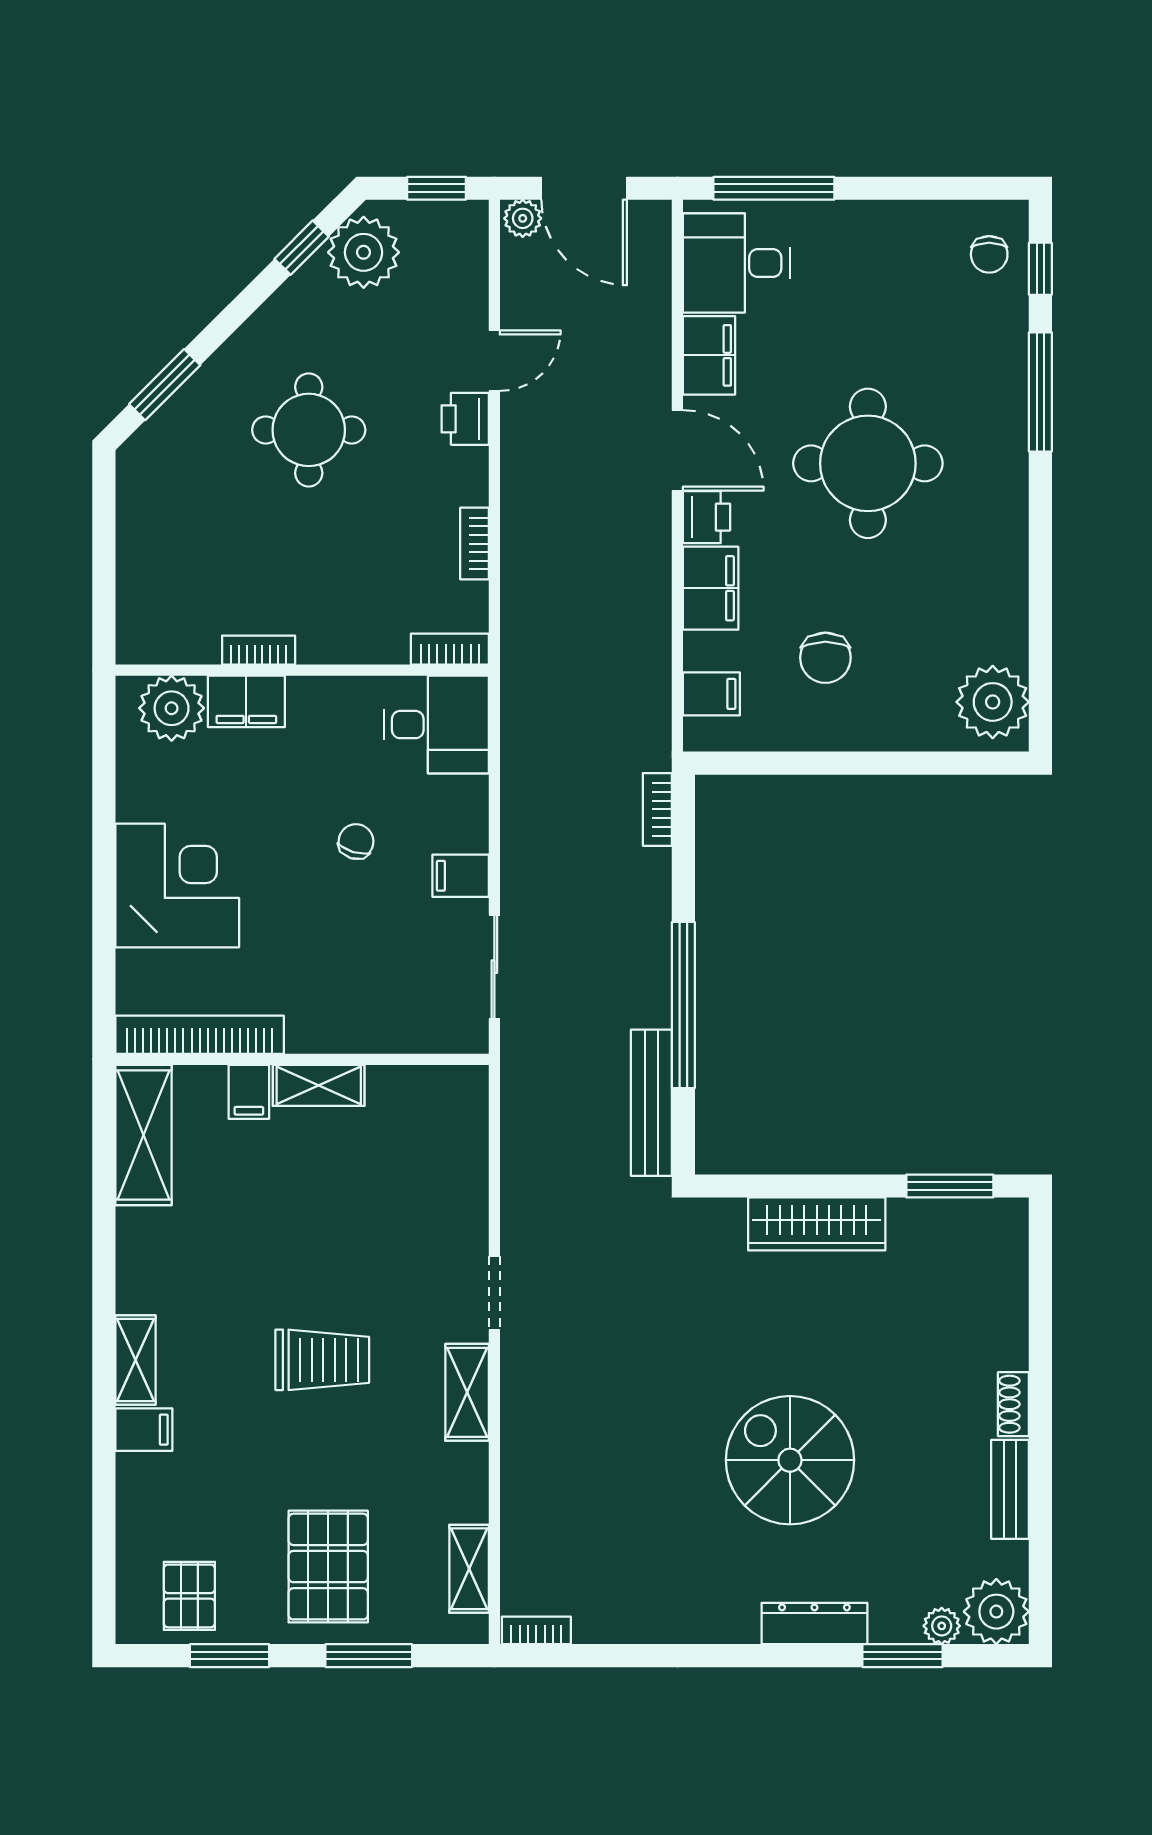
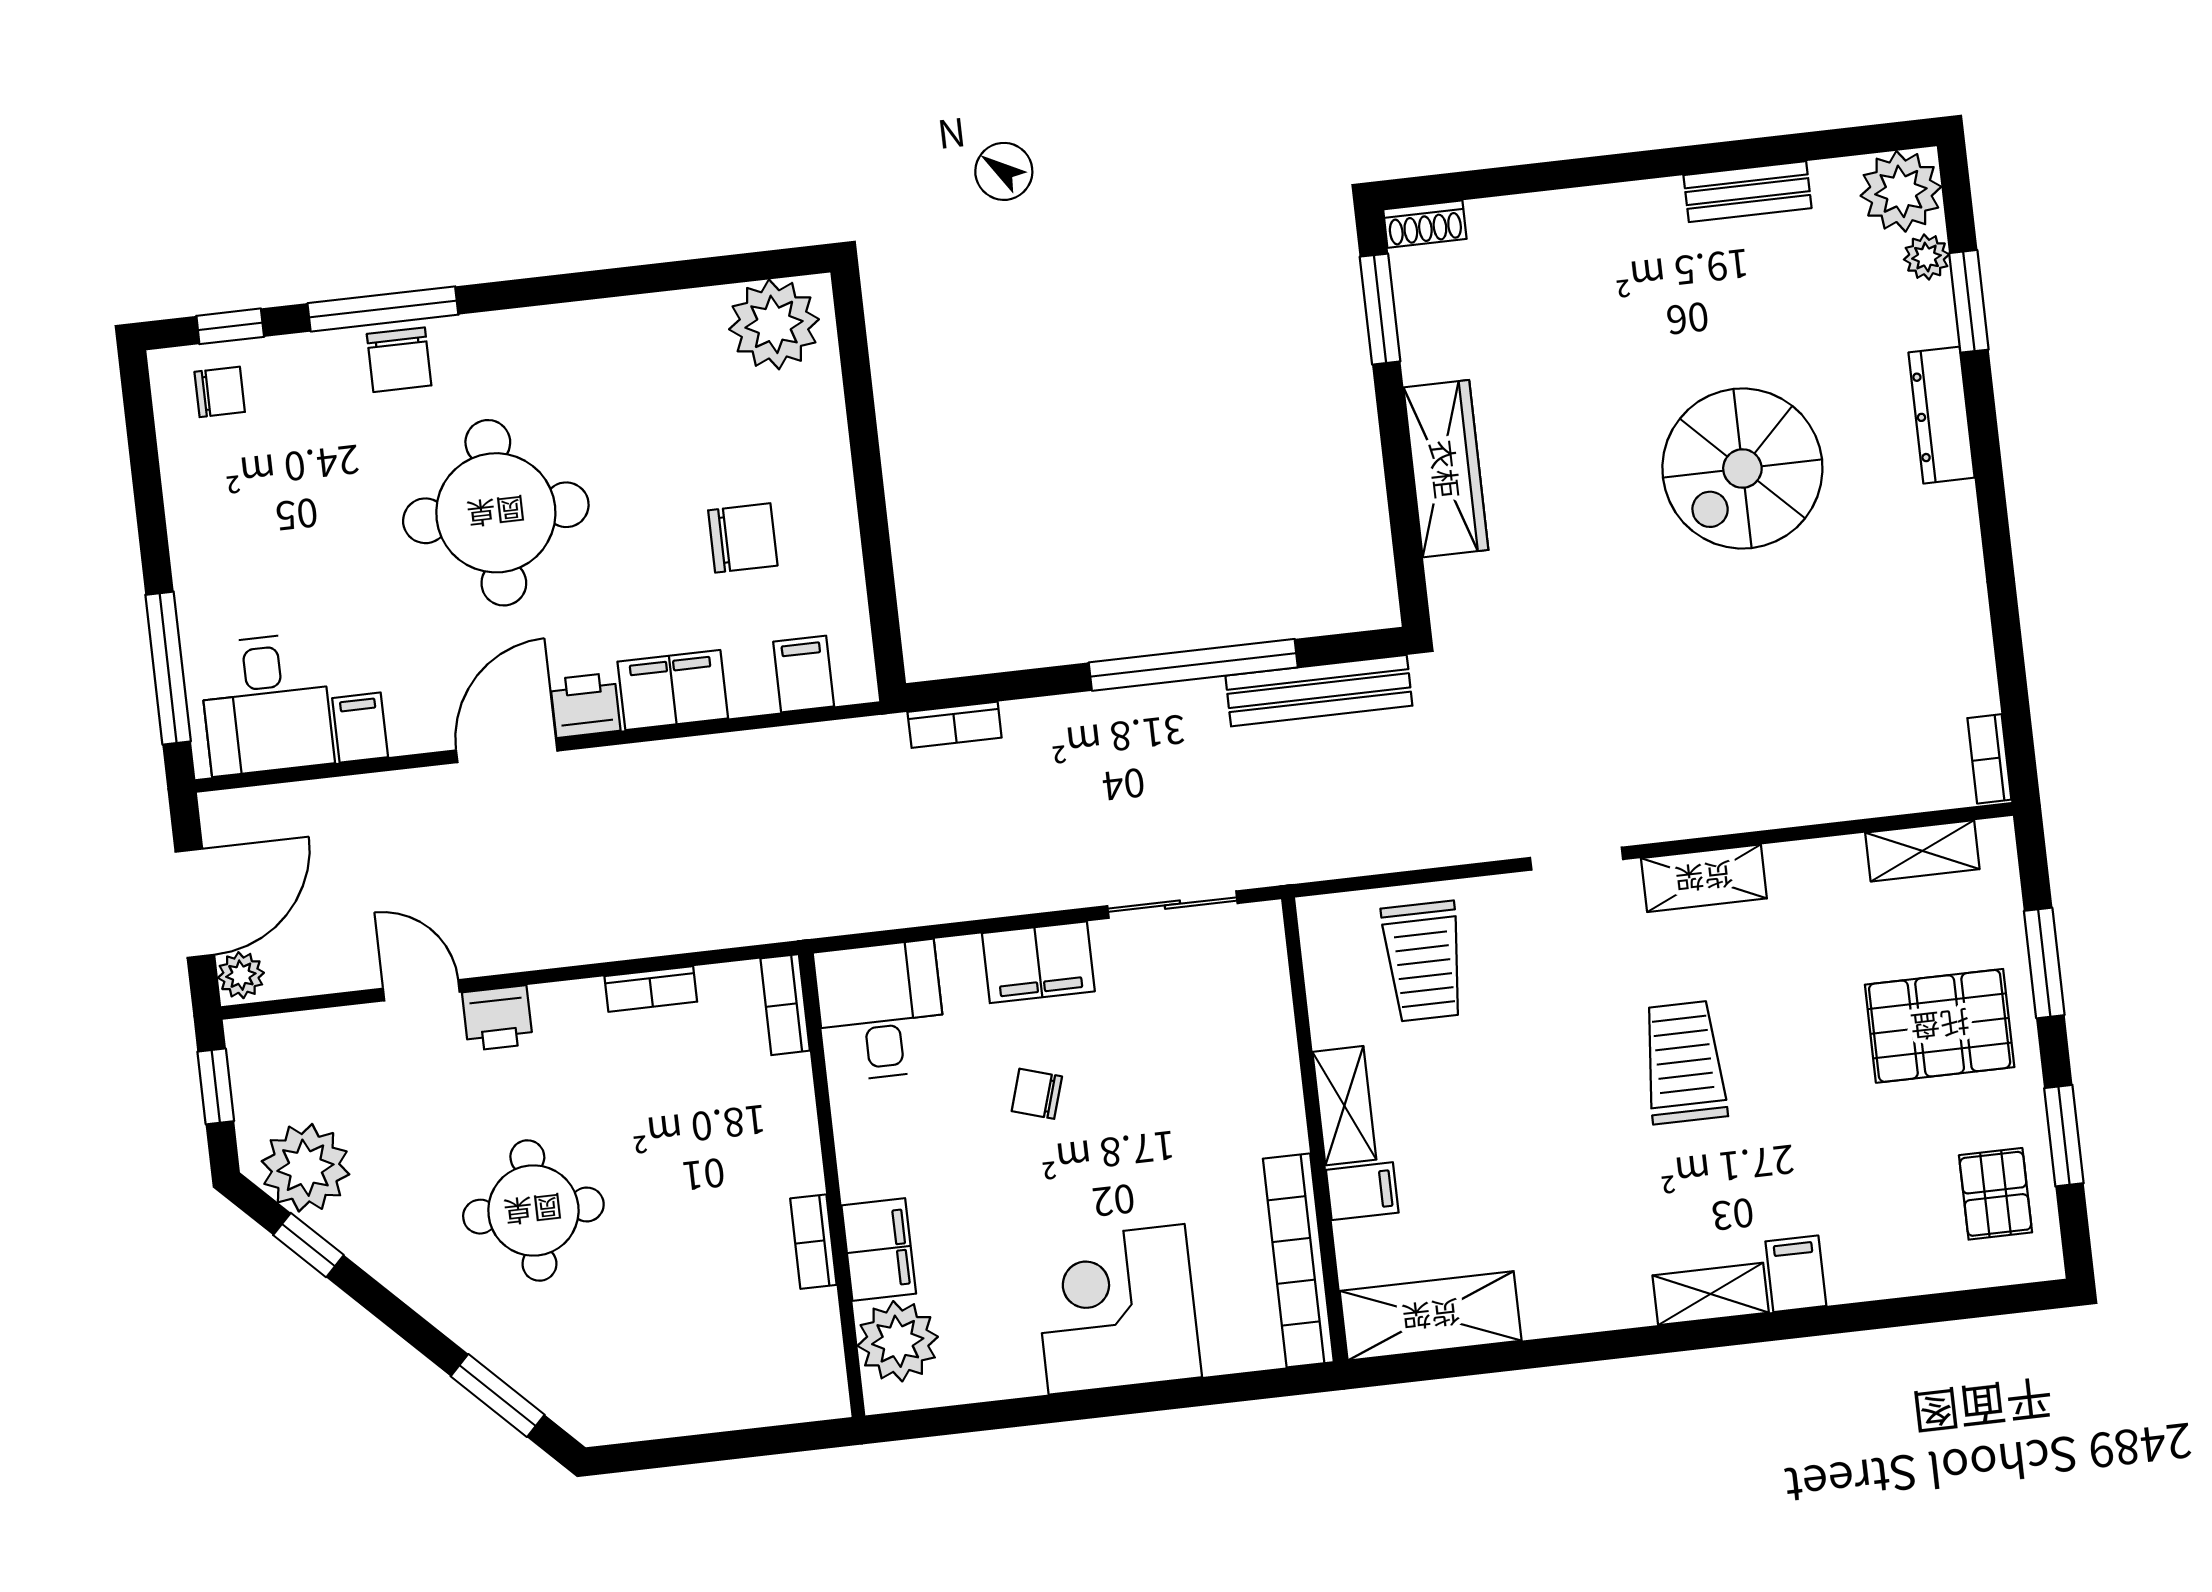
filing cabinet: (709, 355) -> (360, 728), width x0.50
chair: (999, 400) -> (399, 360), added
filing cabinet: (461, 876) -> (1038, 962), width x2.00
trolley: (426, 1162) -> (1424, 961), added
shoe rack: (1013, 1404) -> (1425, 224), moved
pallet: (189, 1596) -> (1995, 1194), turned 90

